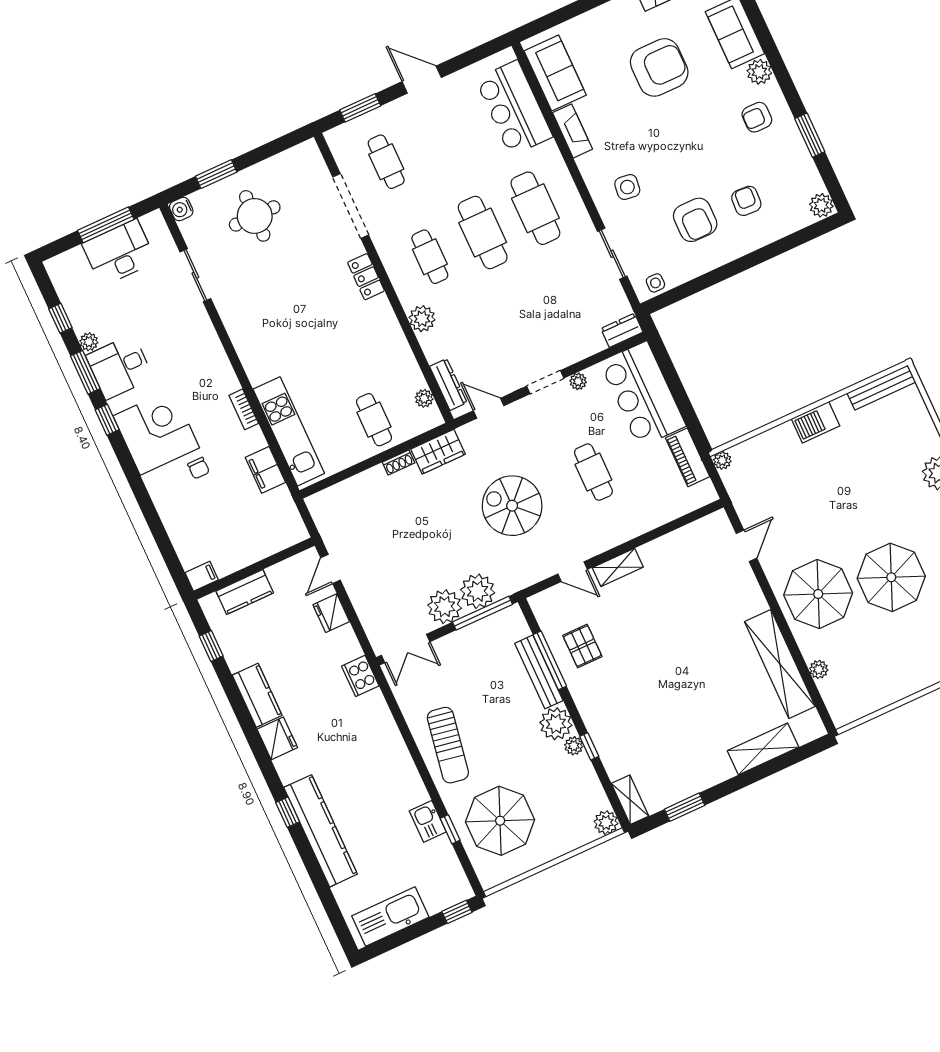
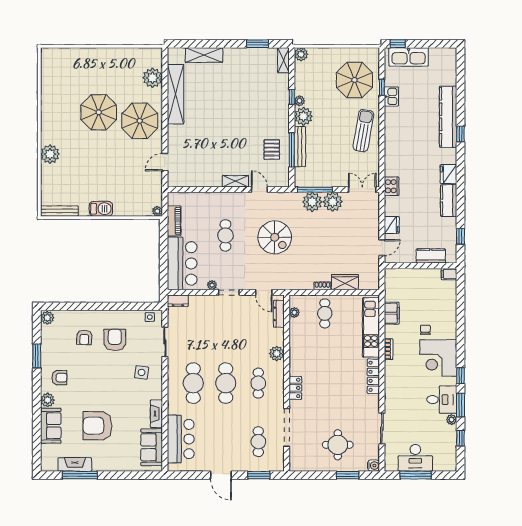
locker: (248, 354) -> (373, 376), added
wardrobe: (438, 452) -> (345, 282), moved
plant: (819, 669) -> (152, 78), width x1.87, depth x1.87
kitchen sink: (390, 917) -> (409, 57), moved

